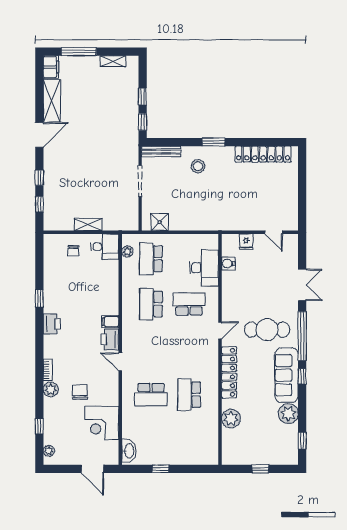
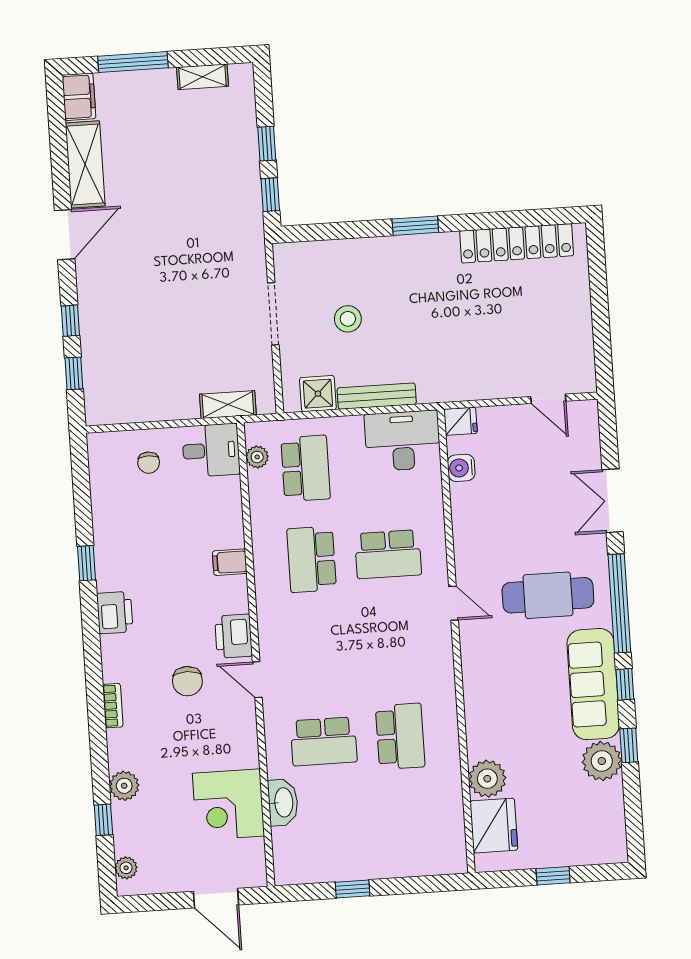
bench: (161, 151) -> (377, 396), moved
stool: (198, 166) -> (348, 319), moved
shelving: (88, 225) -> (228, 405), moved
fridge: (246, 242) -> (461, 421), moved, turned -90
school desk: (151, 259) -> (306, 468), turned 180
desk: (204, 268) -> (403, 441), moved, turned -90
double door: (302, 285) -> (613, 501), swing flipped
school desk: (189, 304) -> (388, 554), turned 180
filing cabinet: (110, 322) -> (230, 562), moved
door: (220, 330) -> (454, 603), hinge flipped
locker: (229, 372) -> (477, 686), removed
plant: (51, 389) -> (124, 786), moved
chair: (80, 392) -> (187, 681), moved, turned 180
school desk: (189, 395) -> (400, 736), turned 180
window: (302, 441) -> (629, 745), moved
fridge: (233, 442) -> (494, 826), added
washbasin: (129, 451) -> (283, 802), moved

